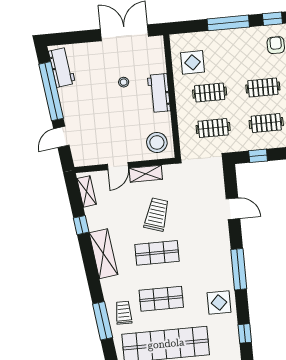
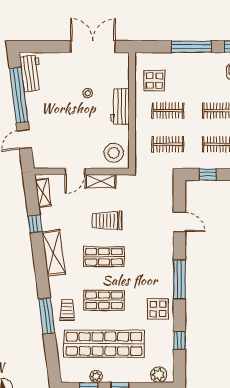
trolley: (157, 215) -> (107, 221), turned -108

